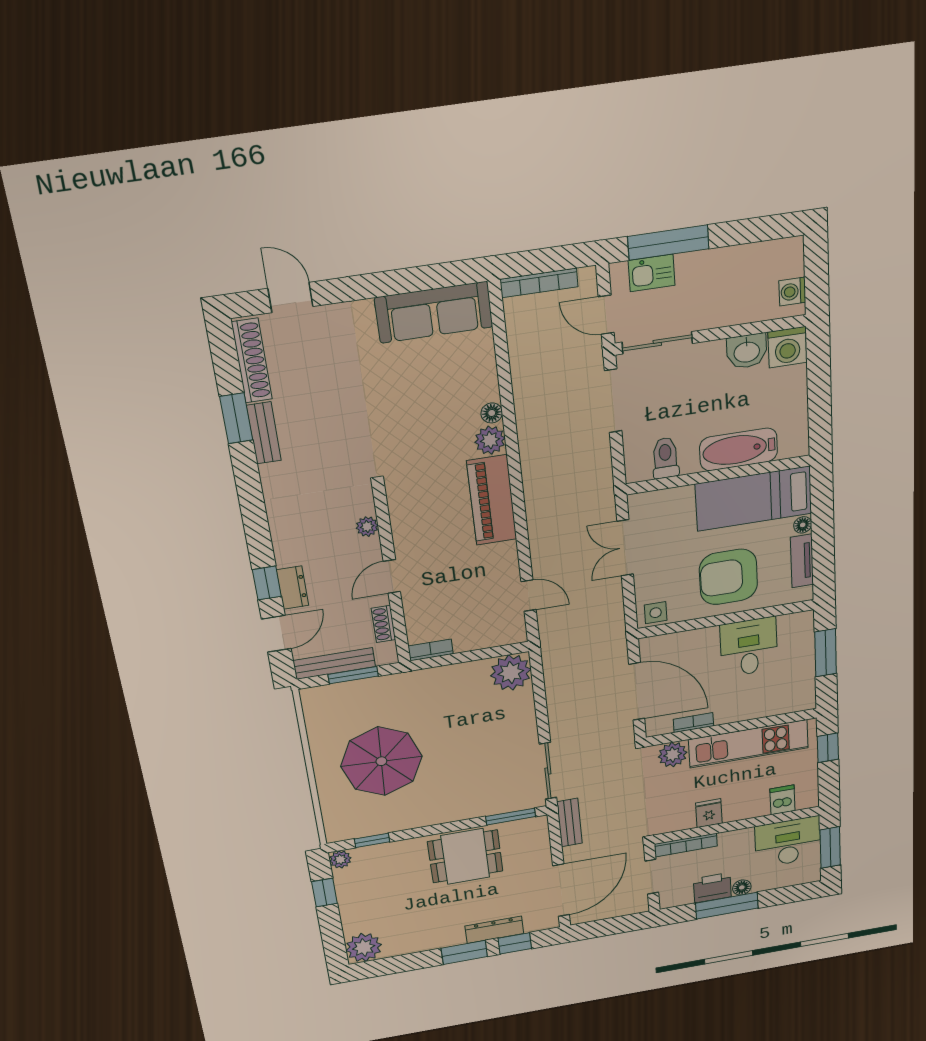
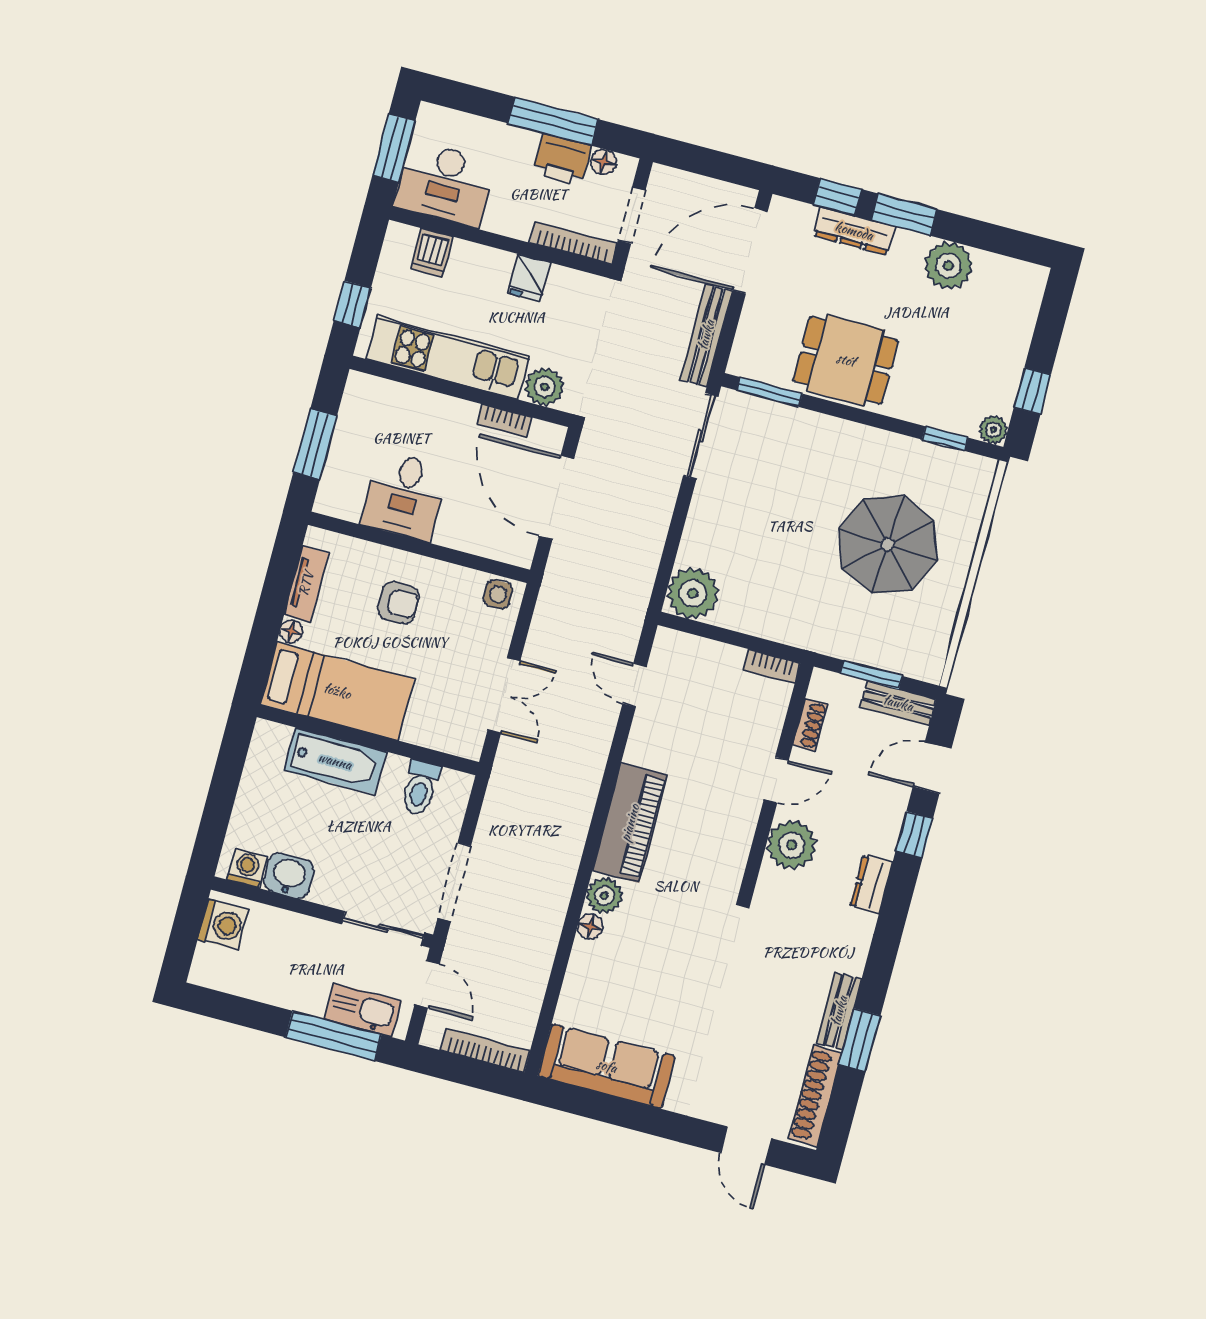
kitchen sink: (652, 273) -> (363, 1010), width x1.38
washing machine: (792, 292) -> (223, 925), width x1.38, depth x1.38
washing machine: (787, 347) -> (247, 868), width x0.73, depth x0.73
plant: (367, 527) -> (792, 845), width x1.88, depth x1.88
armchair: (728, 577) -> (398, 603), width x0.53, depth x0.53
dresser: (293, 588) -> (871, 884), moved
bench: (334, 664) -> (898, 703), width x0.73
bench: (569, 823) -> (706, 335), width x1.36
floor lamp: (742, 887) -> (604, 162), moved
plant: (364, 947) -> (948, 266), moved

